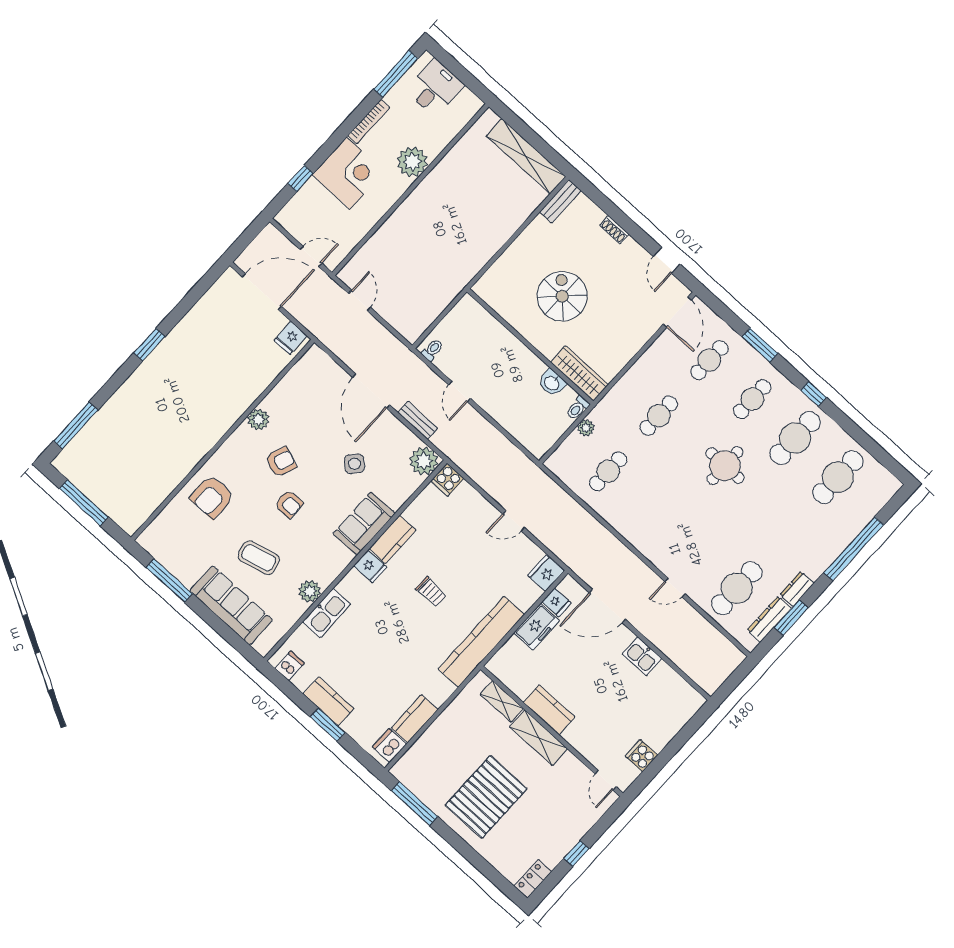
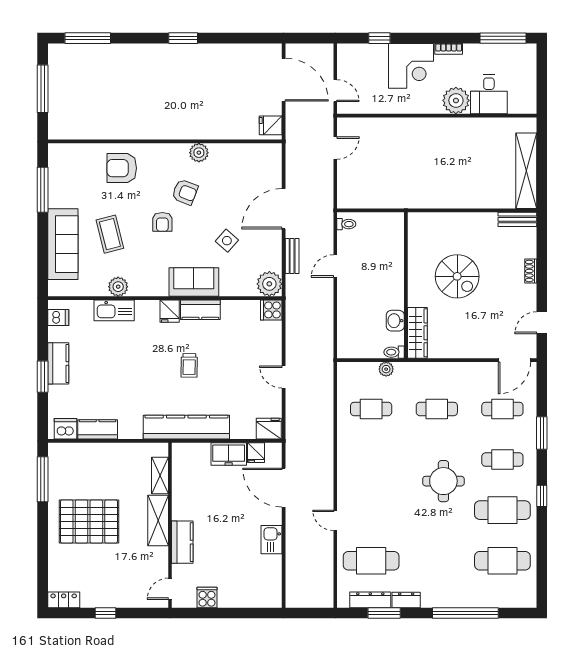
desk: (435, 88) -> (489, 94), moved, turned 90
bookcase: (369, 122) -> (449, 49), width x0.64
spiral stairs: (562, 296) -> (457, 276), turned 90
kitchen counter: (549, 710) -> (182, 542), moved

